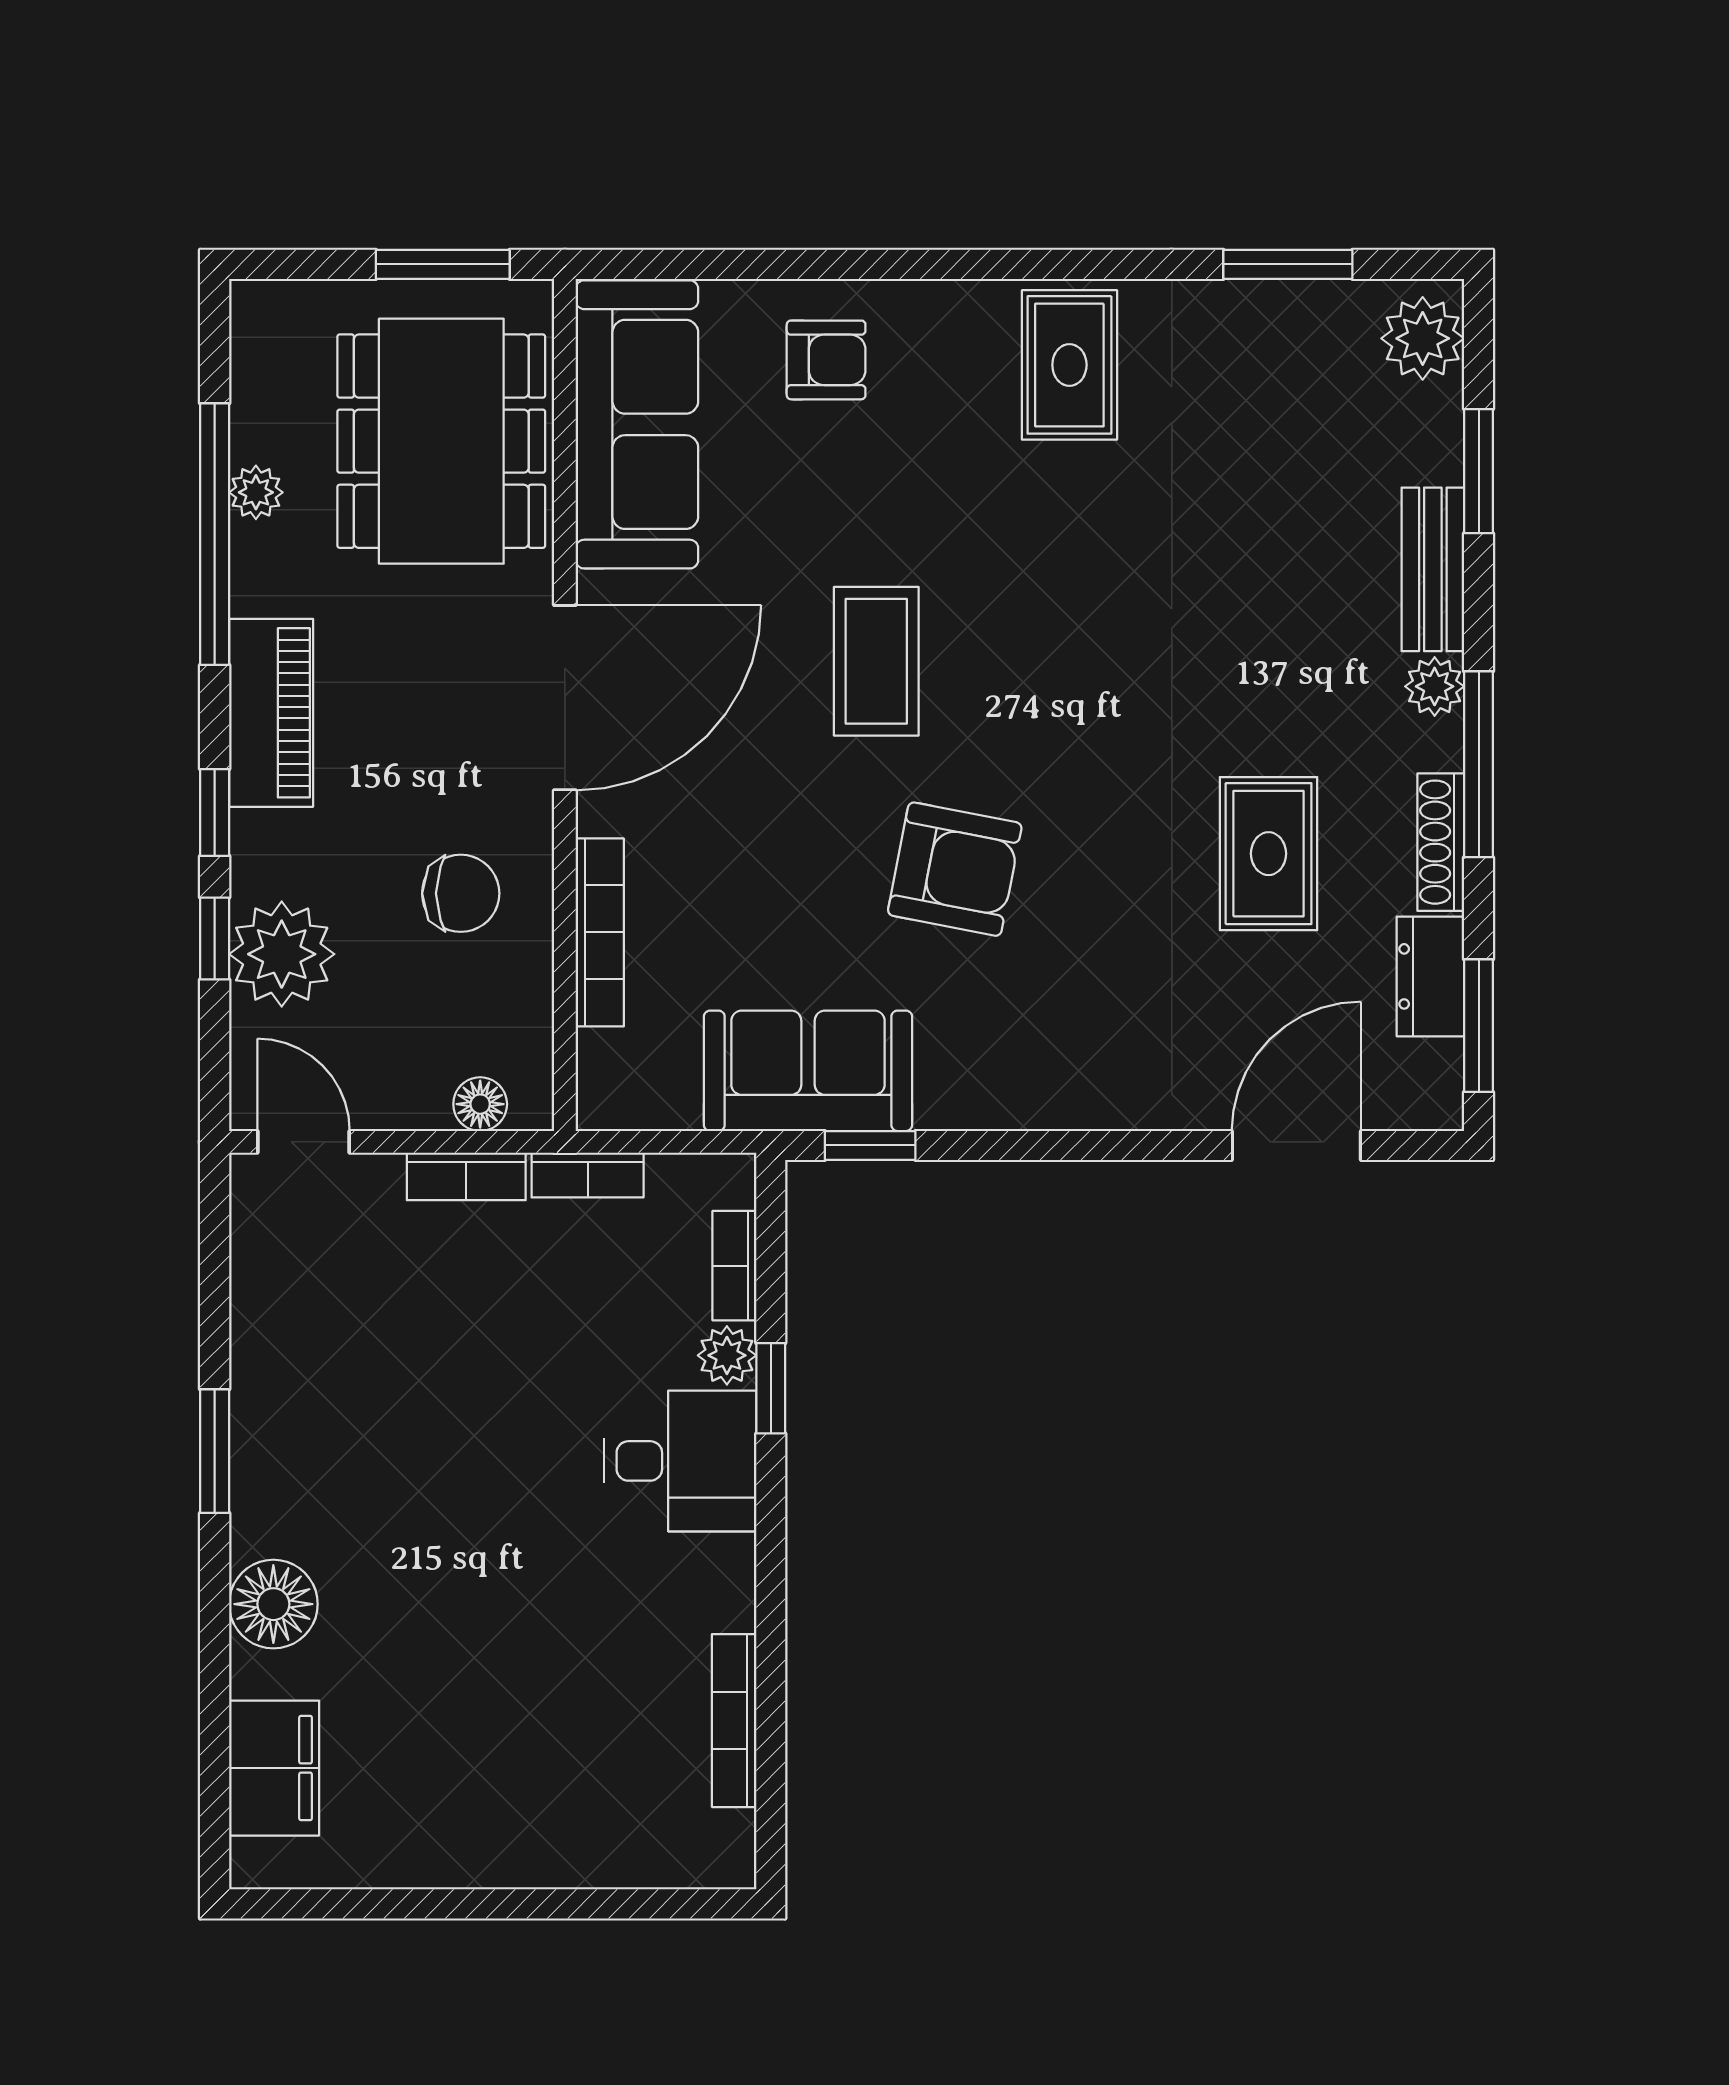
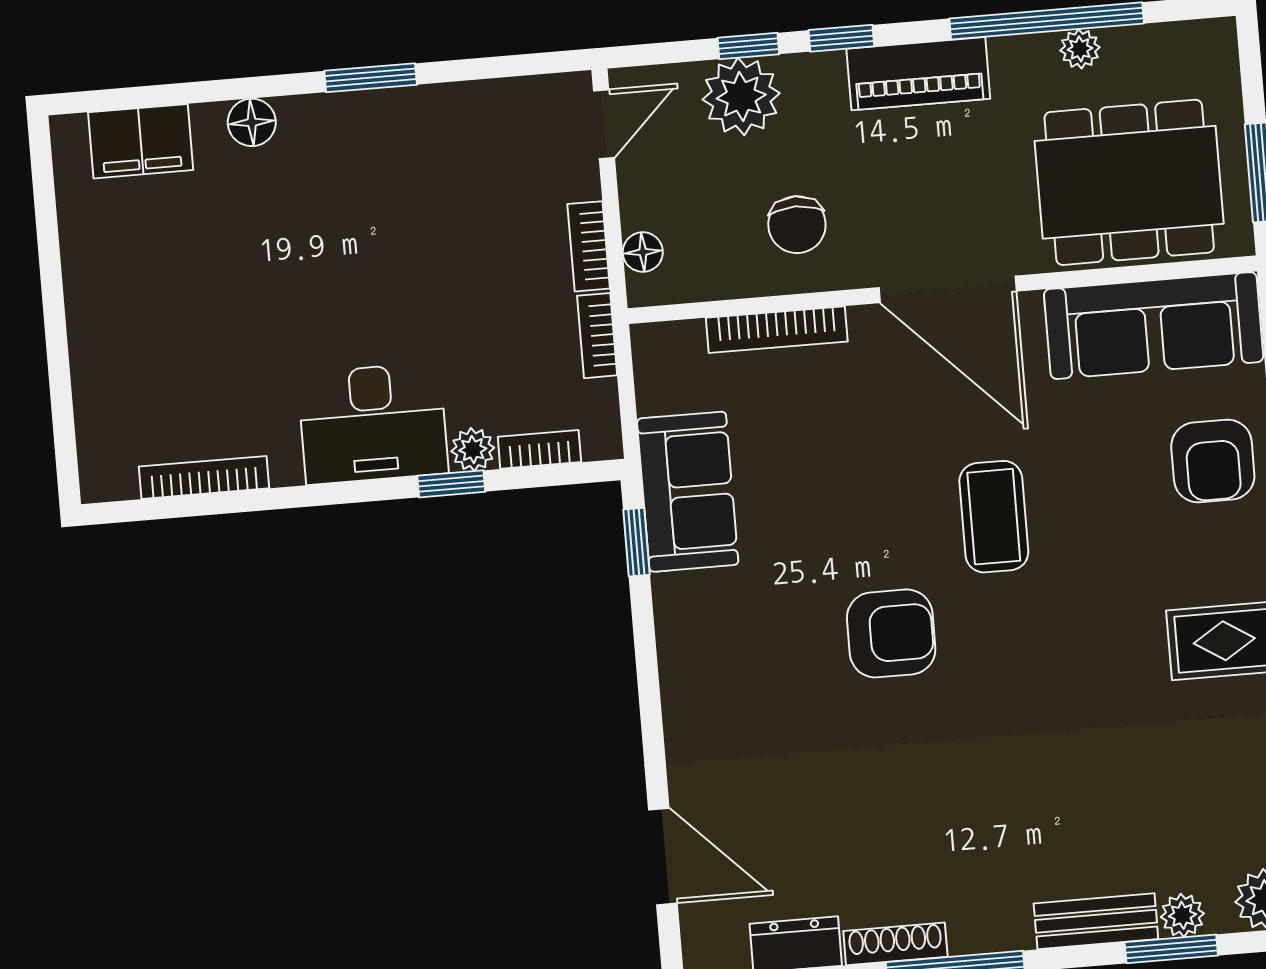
armchair: (826, 360) -> (1213, 461), width x1.38, depth x1.38
coffee table: (876, 661) -> (994, 517), turned 90
plant: (1435, 686) -> (1182, 915), moved
rug: (1269, 854) -> (876, 818), removed
armchair: (955, 869) -> (891, 633), moved, turned -101
desk: (680, 1461) -> (373, 423), width x1.37
floor lamp: (273, 1604) -> (252, 122), width x0.73, depth x0.73

